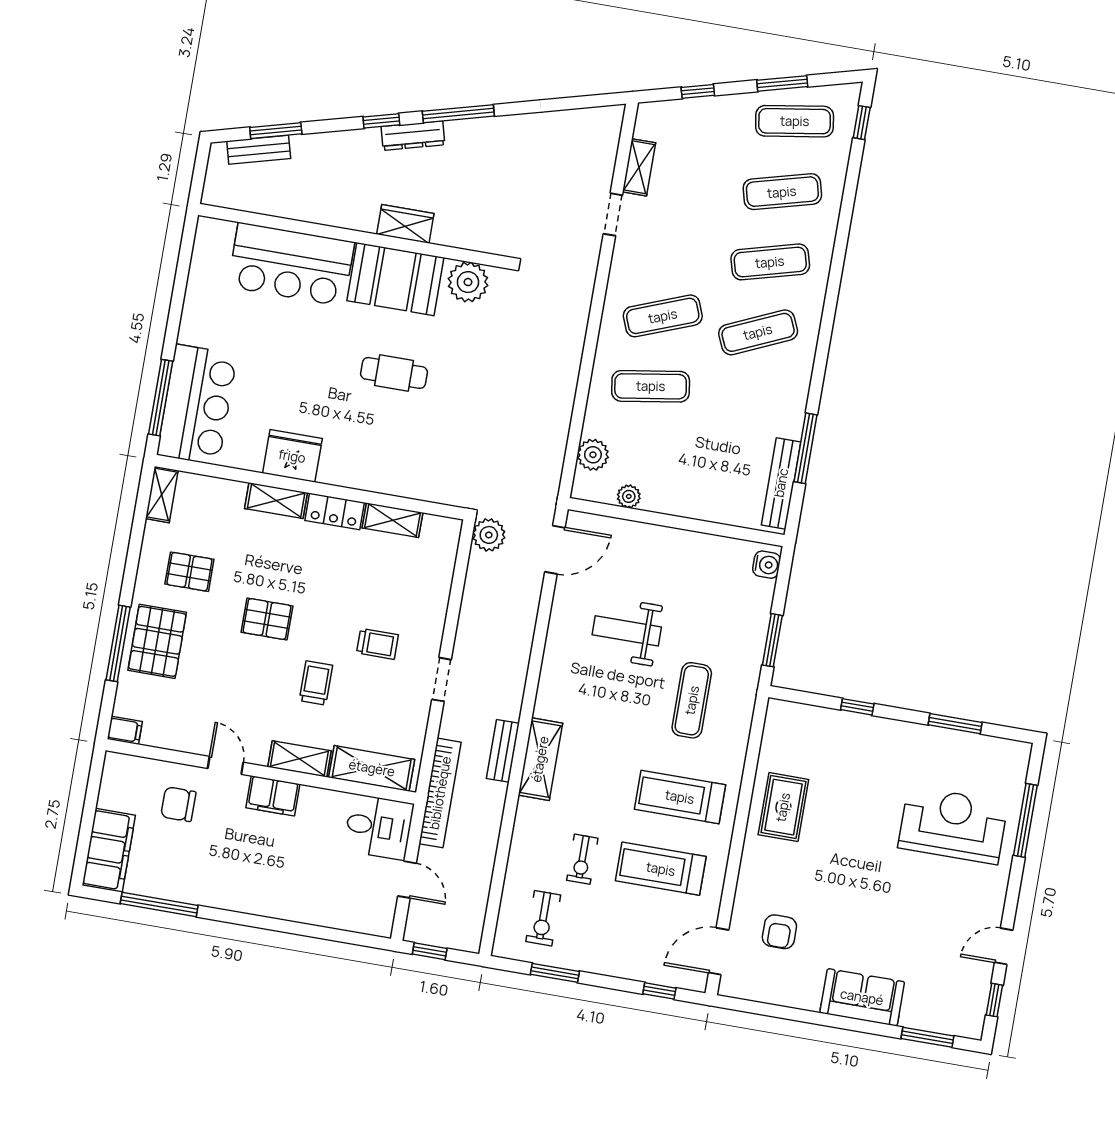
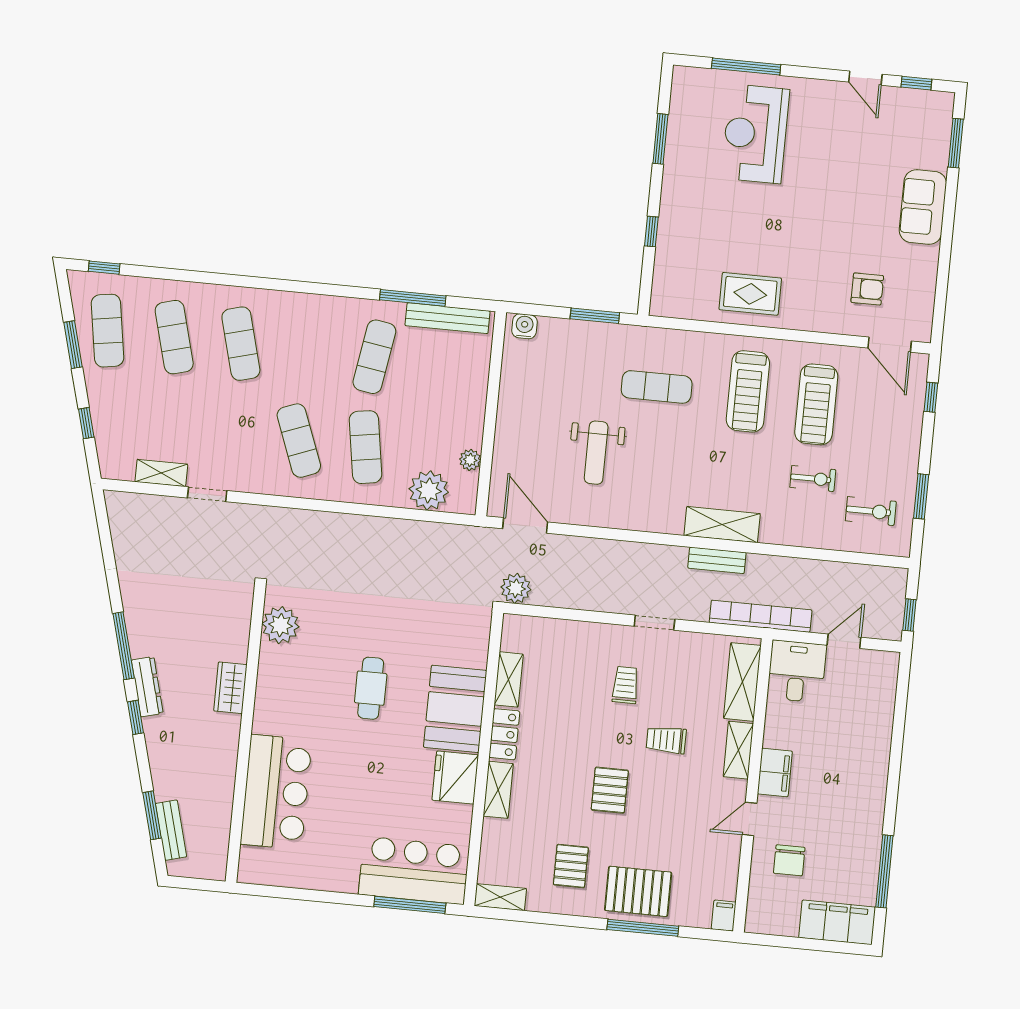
booth: (395, 279) -> (455, 709), moved
exercise mat: (758, 332) -> (374, 357), moved, turned 33
plant: (593, 455) -> (429, 490), width x1.36, depth x1.36

